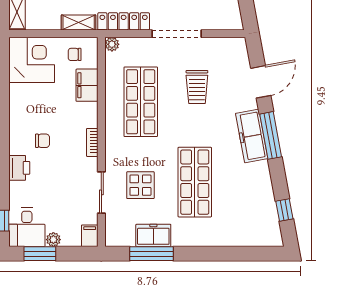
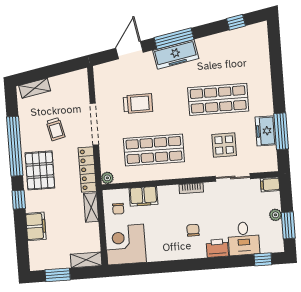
door: (261, 82) -> (130, 50), hinge flipped
desk: (27, 227) -> (244, 239), moved, turned 90

